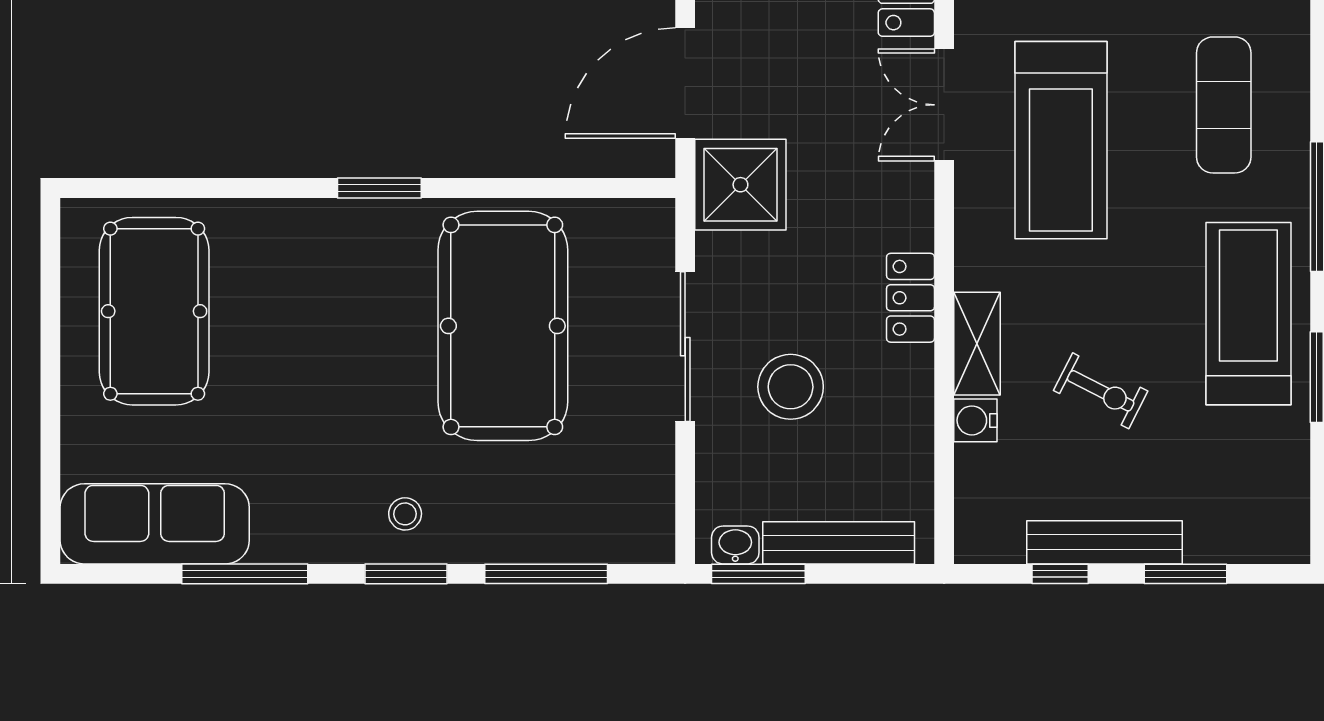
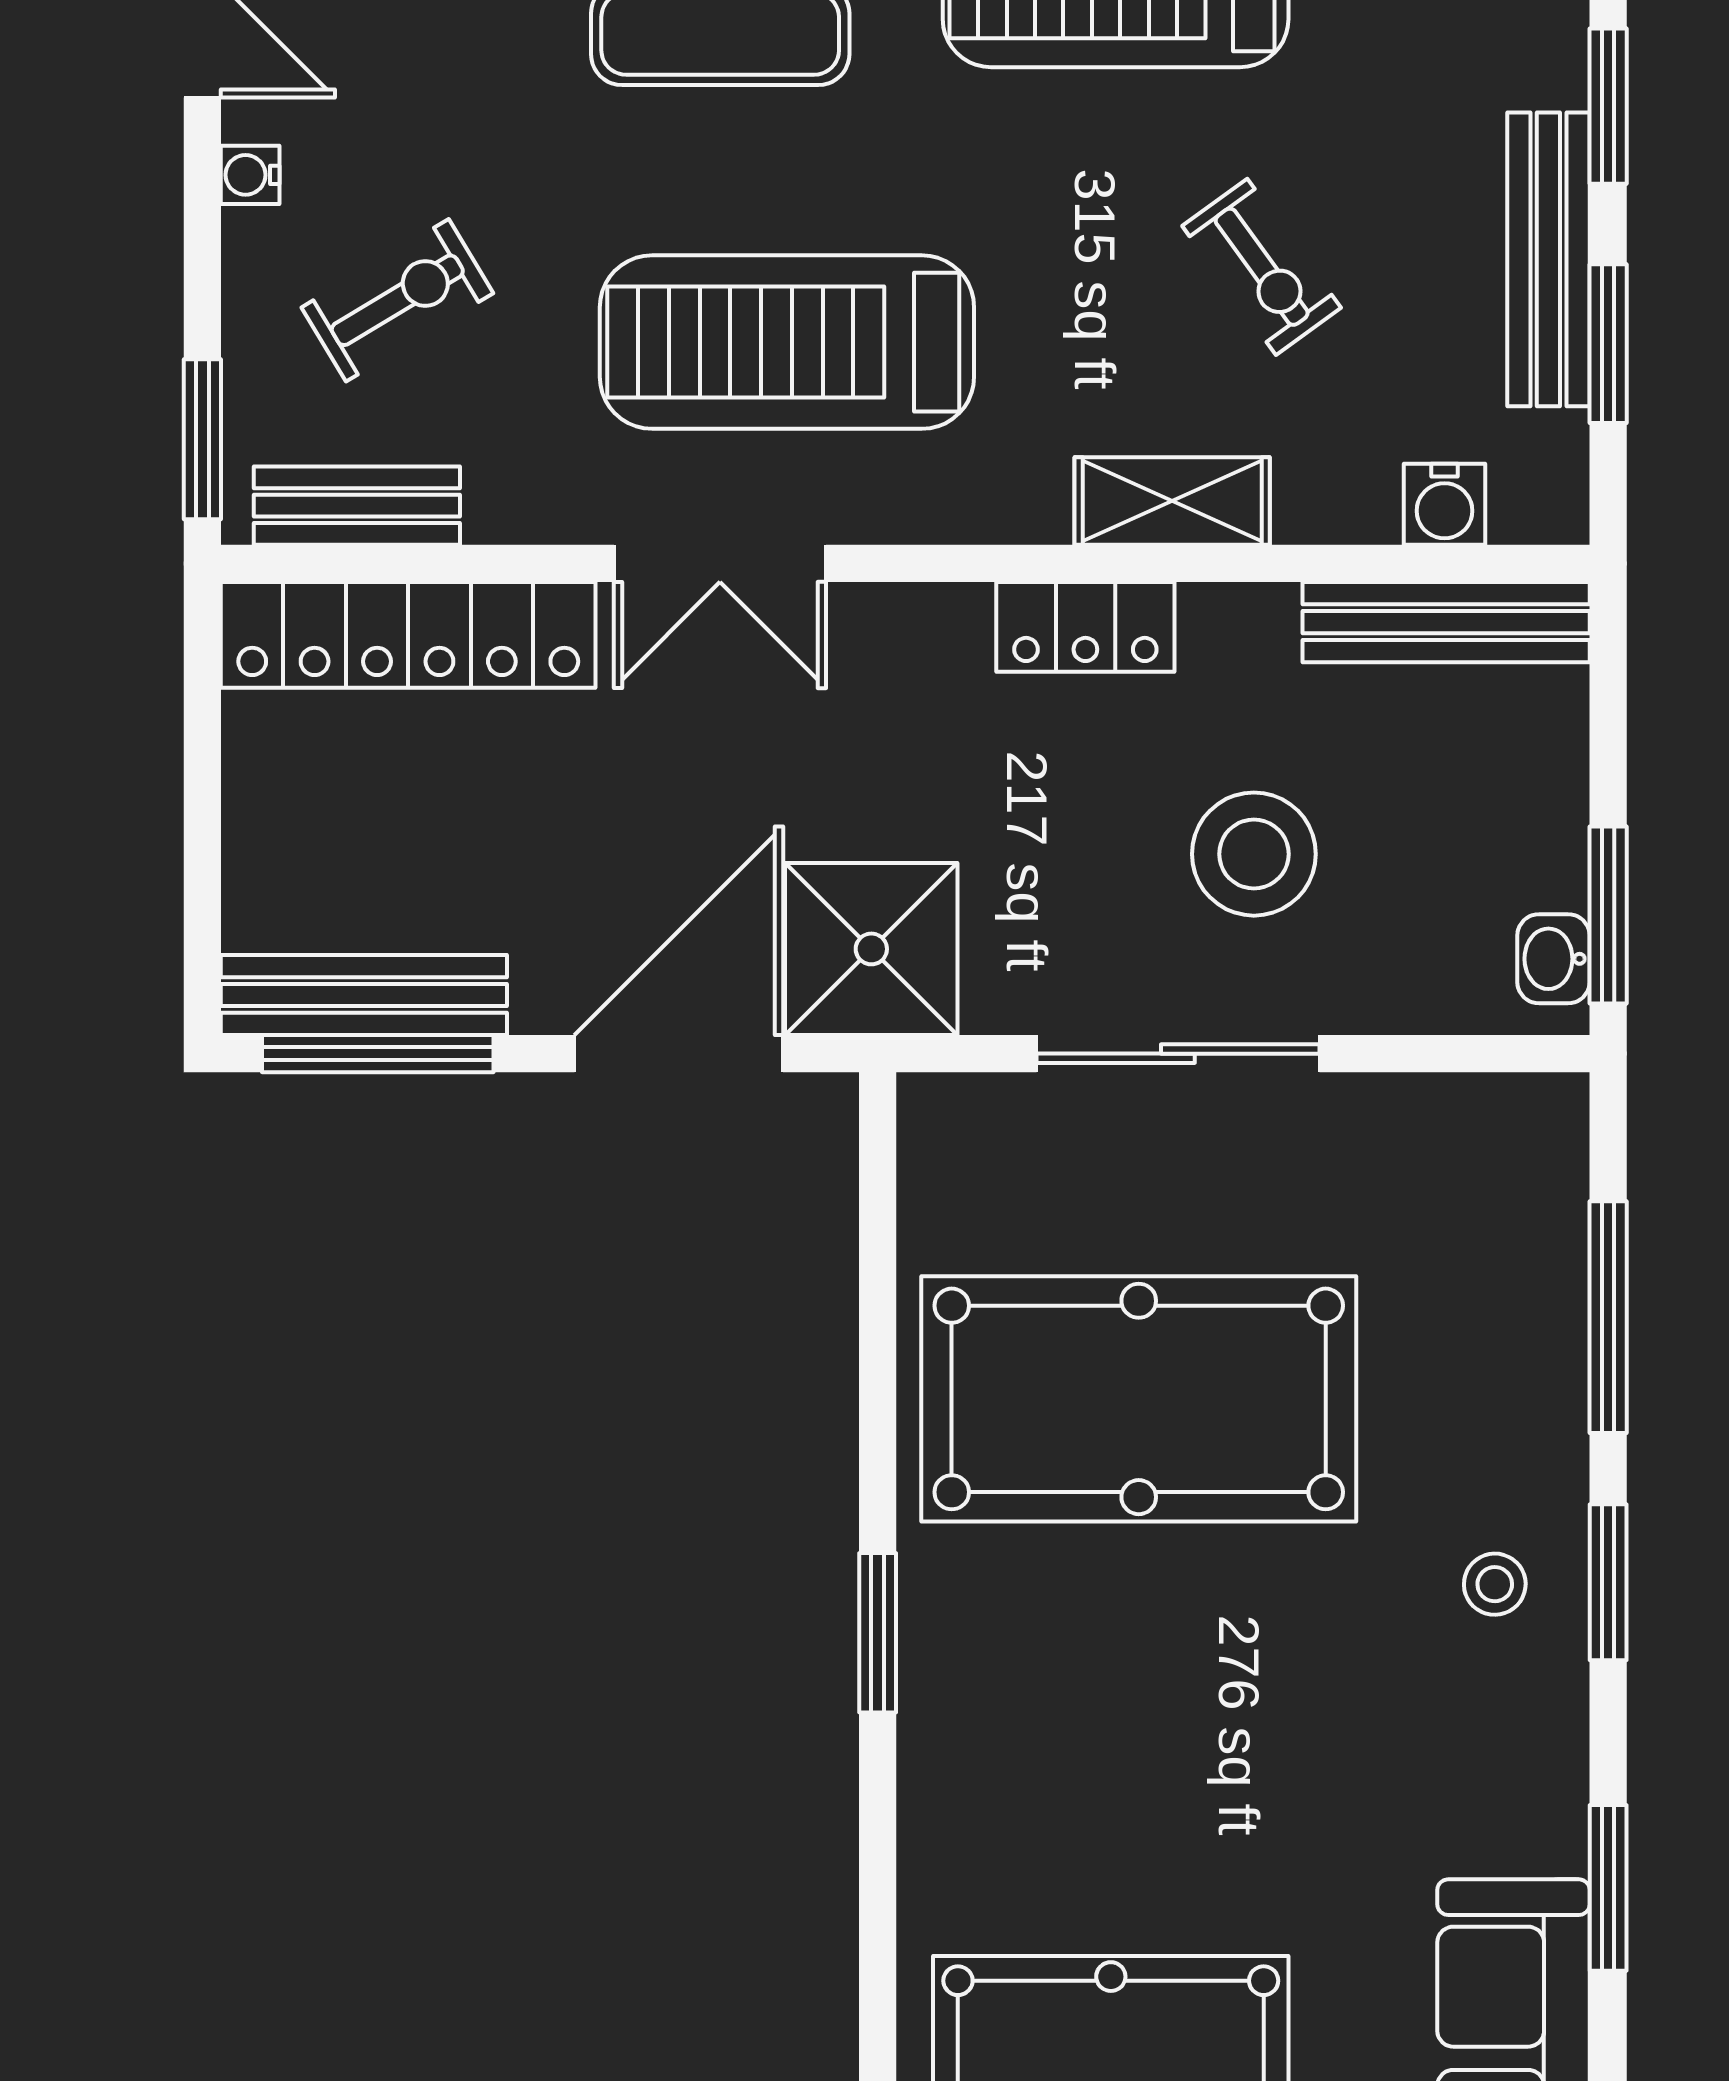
door: (685, 83) -> (679, 1054), swing flipped
treadmill: (1061, 140) -> (787, 342), turned 180
exercise bike: (1101, 391) -> (1262, 267), turned 117
water cooler: (975, 420) -> (1445, 504), moved
bench: (839, 543) -> (1446, 622), moved, turned 90
window: (245, 574) -> (1608, 1888), width x0.69
window: (1060, 574) -> (1608, 344), width x1.50

